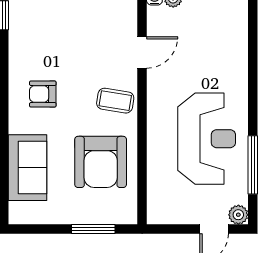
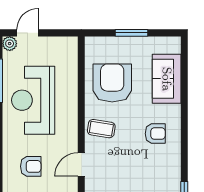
armchair: (210, 50) -> (31, 166), added
window: (93, 229) -> (131, 33), moved

